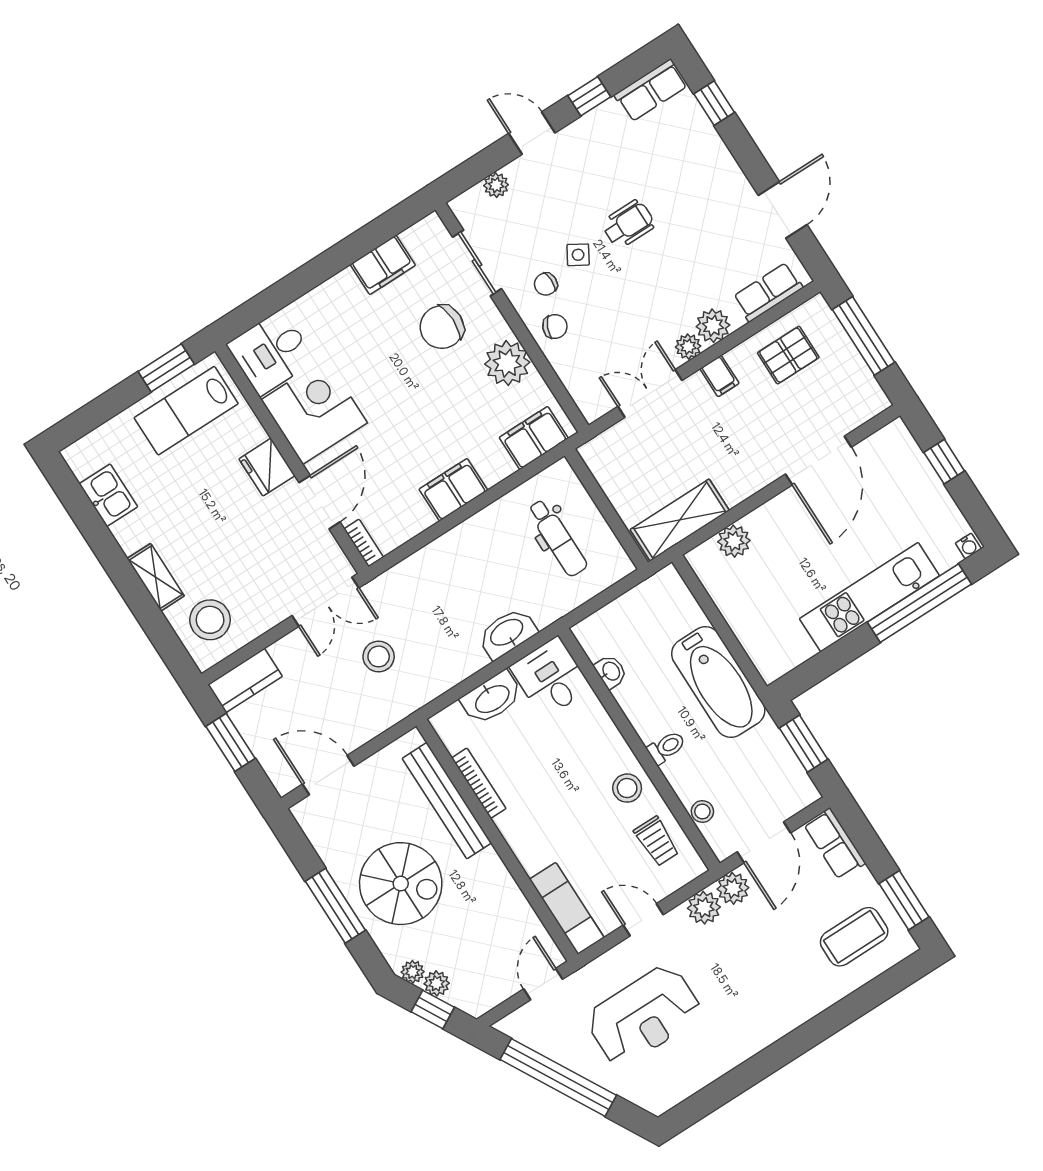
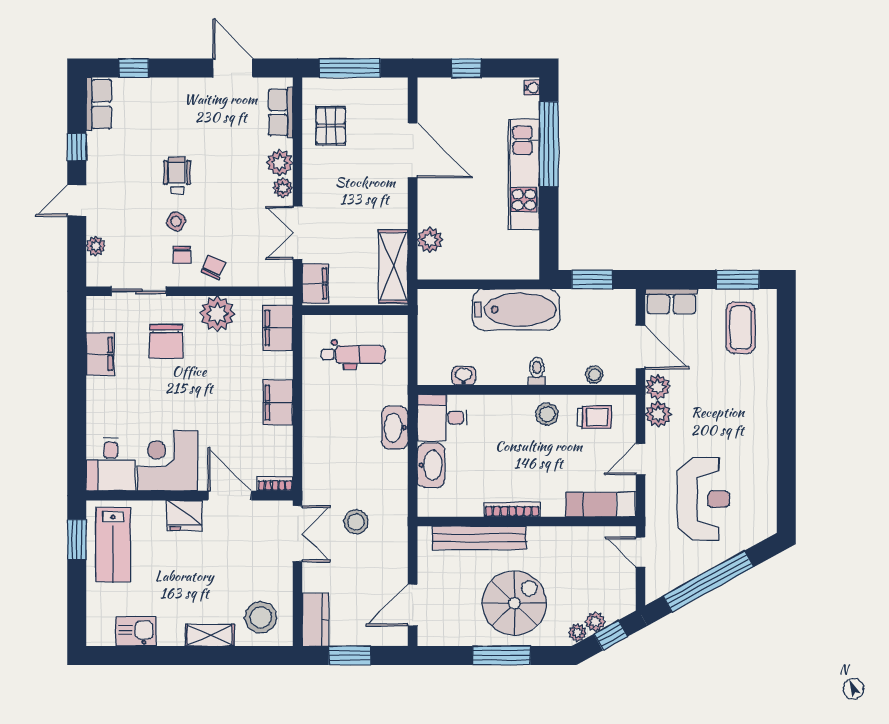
filing cabinet: (719, 376) -> (315, 284), moved, width x2.00
bookcase: (479, 783) -> (512, 510), moved

